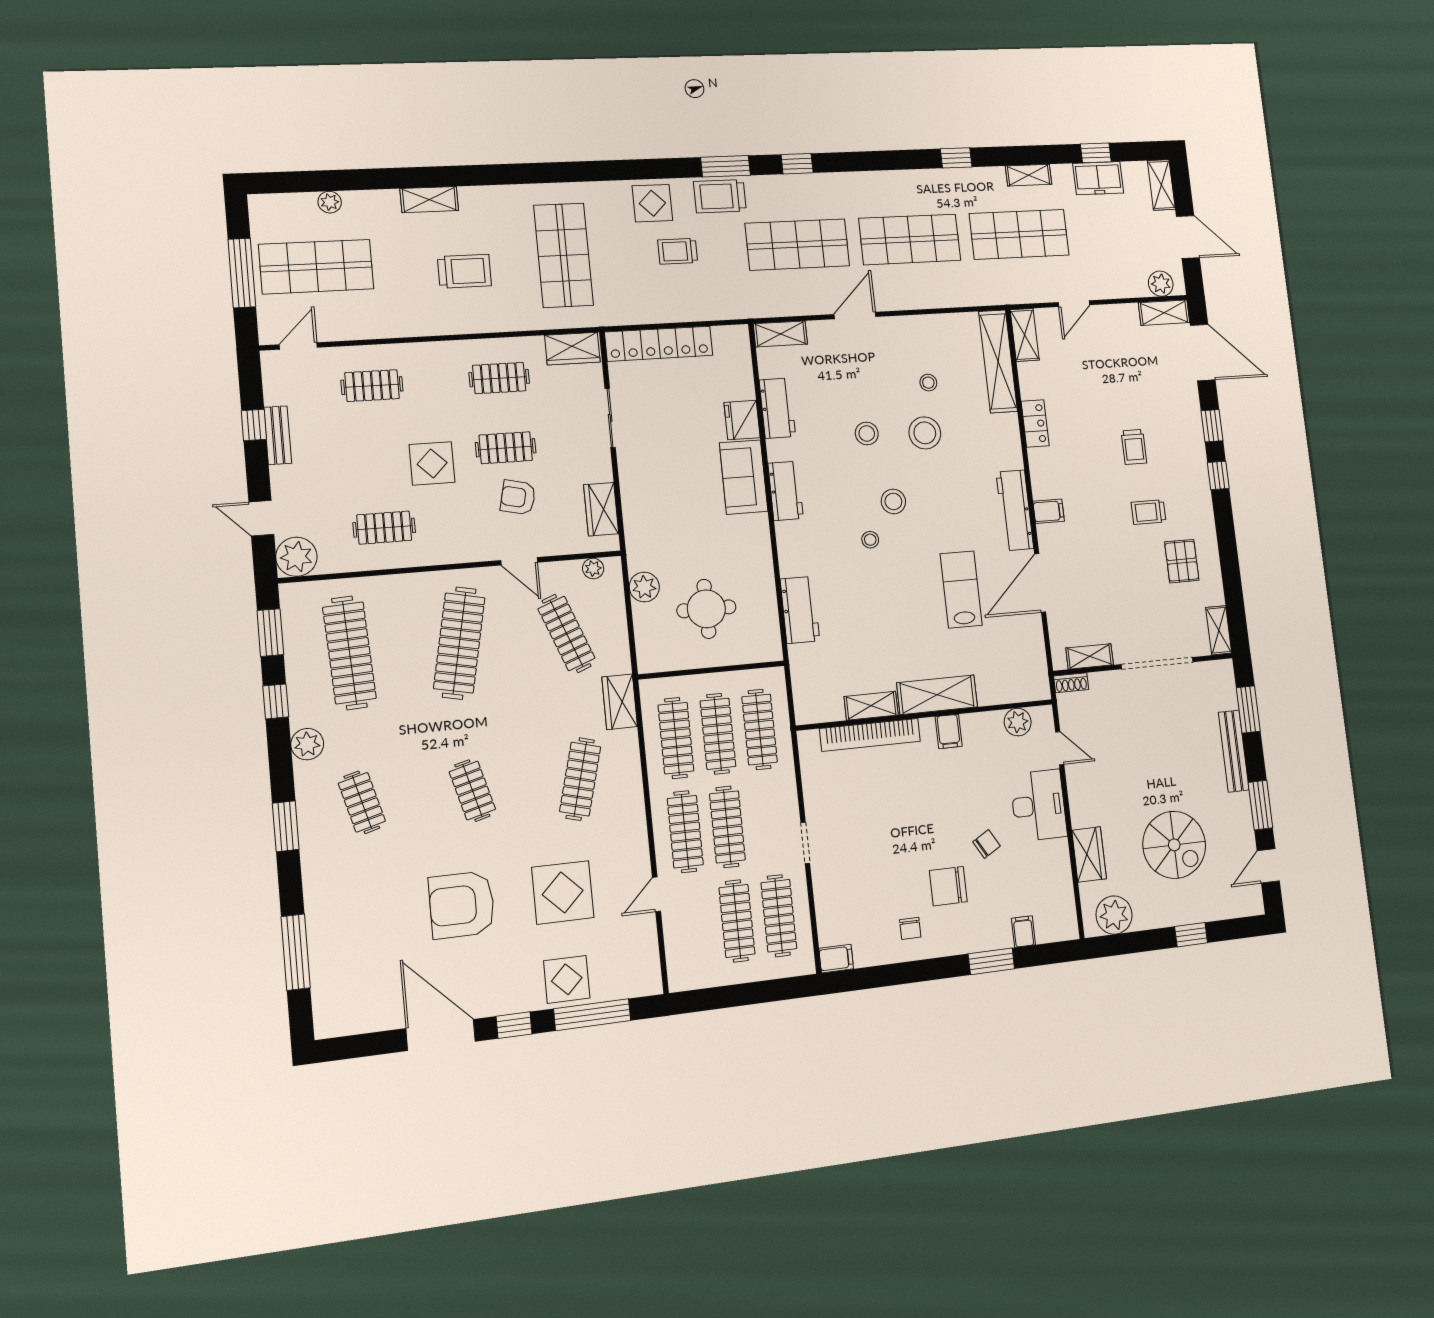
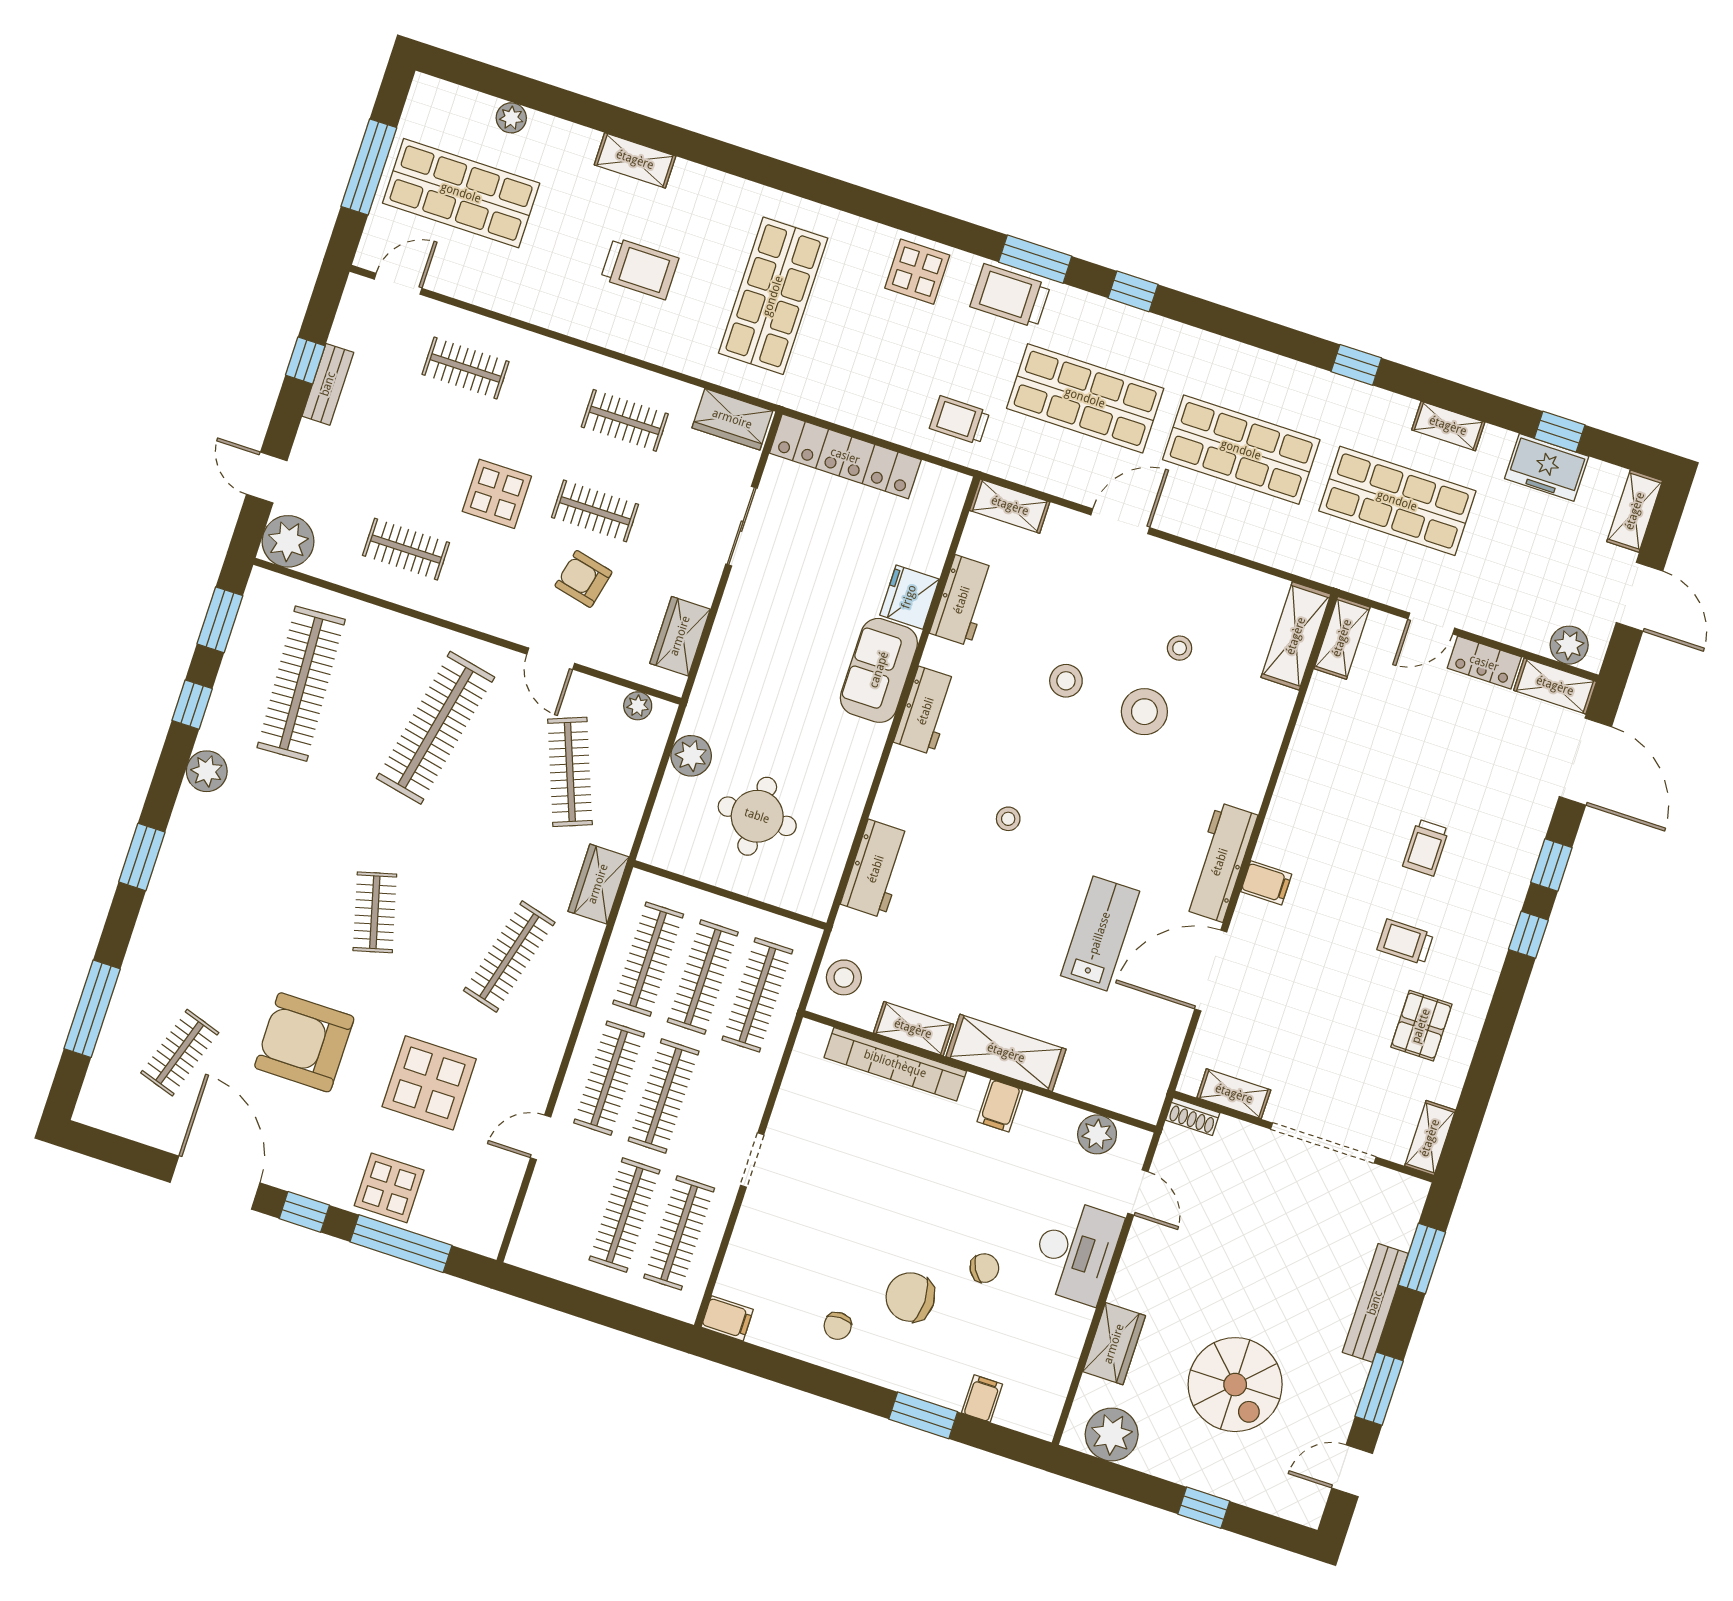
trolley: (678, 251) -> (960, 420), moved
shelving: (998, 361) -> (1296, 636), width x0.68
locker: (1035, 423) -> (1484, 663), moved, turned 90
stool: (893, 501) -> (844, 977), moved
clothes rail: (362, 802) -> (180, 1053), moved, turned 33

